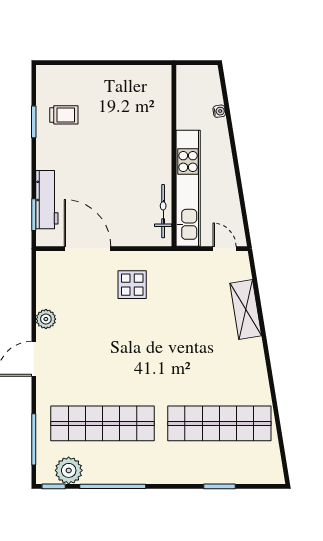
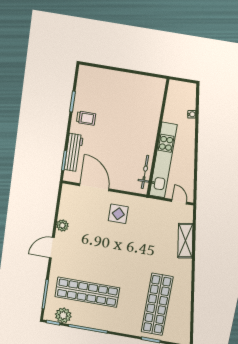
trolley: (64, 115) -> (86, 118), moved
shop shelf: (219, 423) -> (157, 304), turned 90

